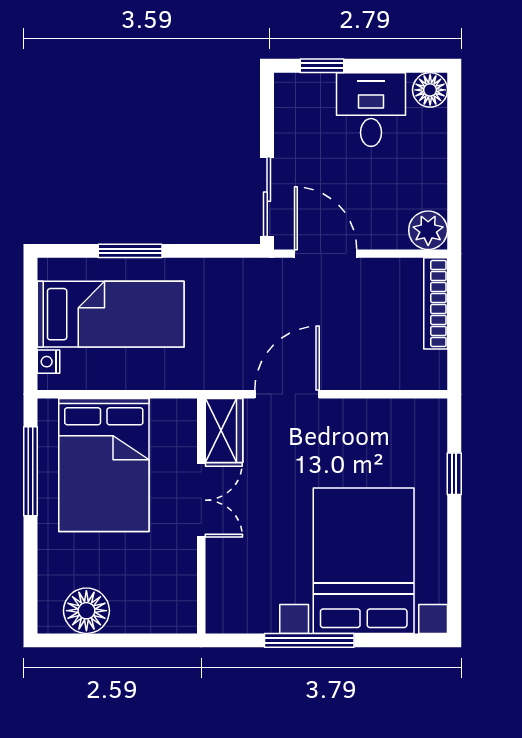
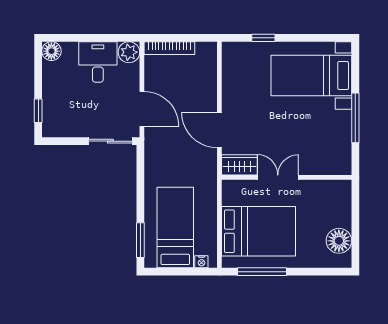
desk: (371, 110) -> (98, 62), moved, turned 90
window: (130, 251) -> (140, 240), moved
door: (326, 254) -> (142, 109), swing flipped
bed with nightstands: (364, 561) -> (311, 76), width x0.73

